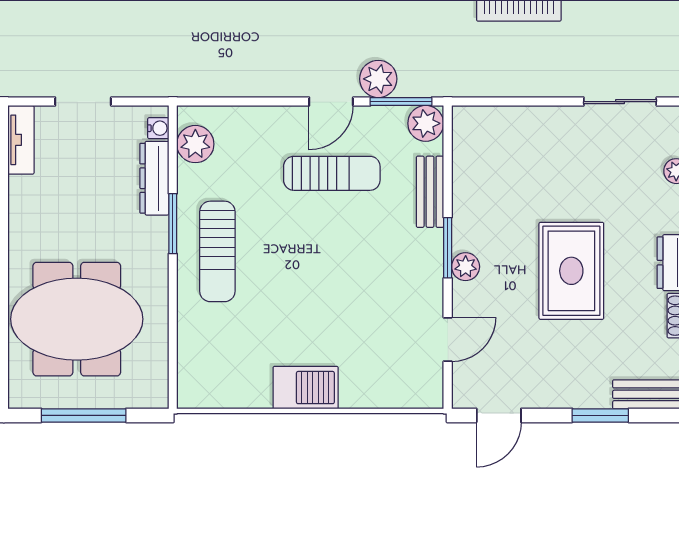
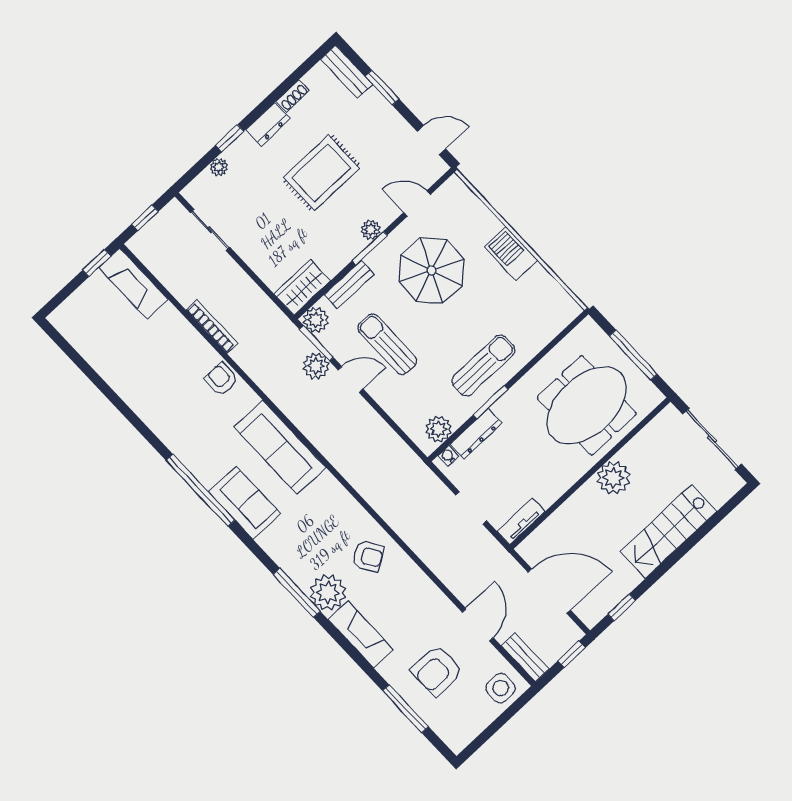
wardrobe: (472, 141) -> (302, 287), added
parasol: (365, 290) -> (432, 270), added
meeting table: (77, 319) -> (587, 405), turned 90

